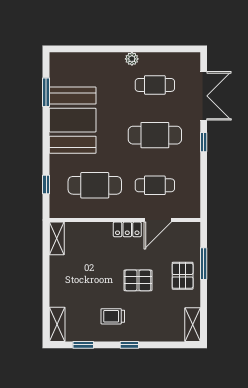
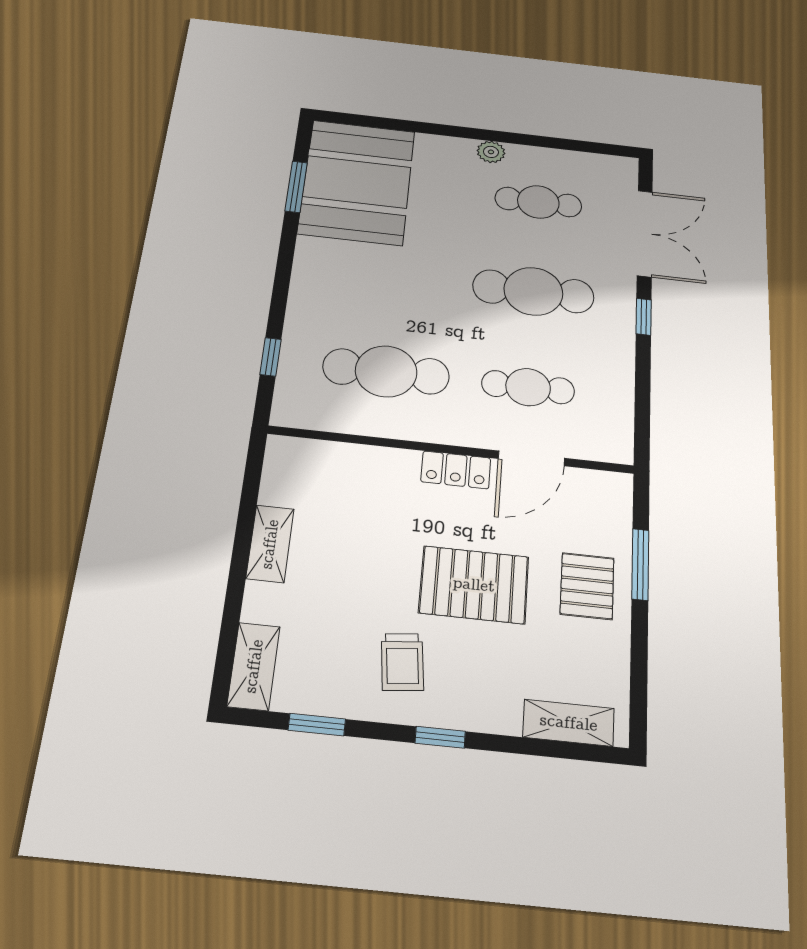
booth: (73, 120) -> (357, 182), moved
shelving: (57, 238) -> (270, 544), moved
pallet: (138, 280) -> (474, 585), width x1.50, depth x1.42
trolley: (113, 316) -> (402, 662), turned -96
shelving: (193, 325) -> (569, 723), moved, turned 90

